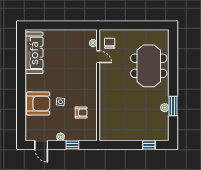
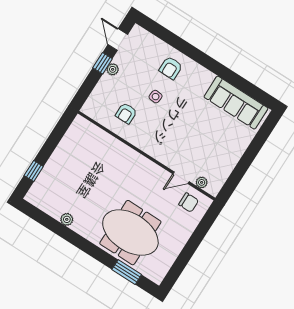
armchair: (38, 104) -> (171, 68), width x0.53, depth x0.53
window: (173, 106) -> (127, 272), moved
door: (41, 145) -> (118, 40), hinge flipped
window: (72, 145) -> (103, 63), moved

